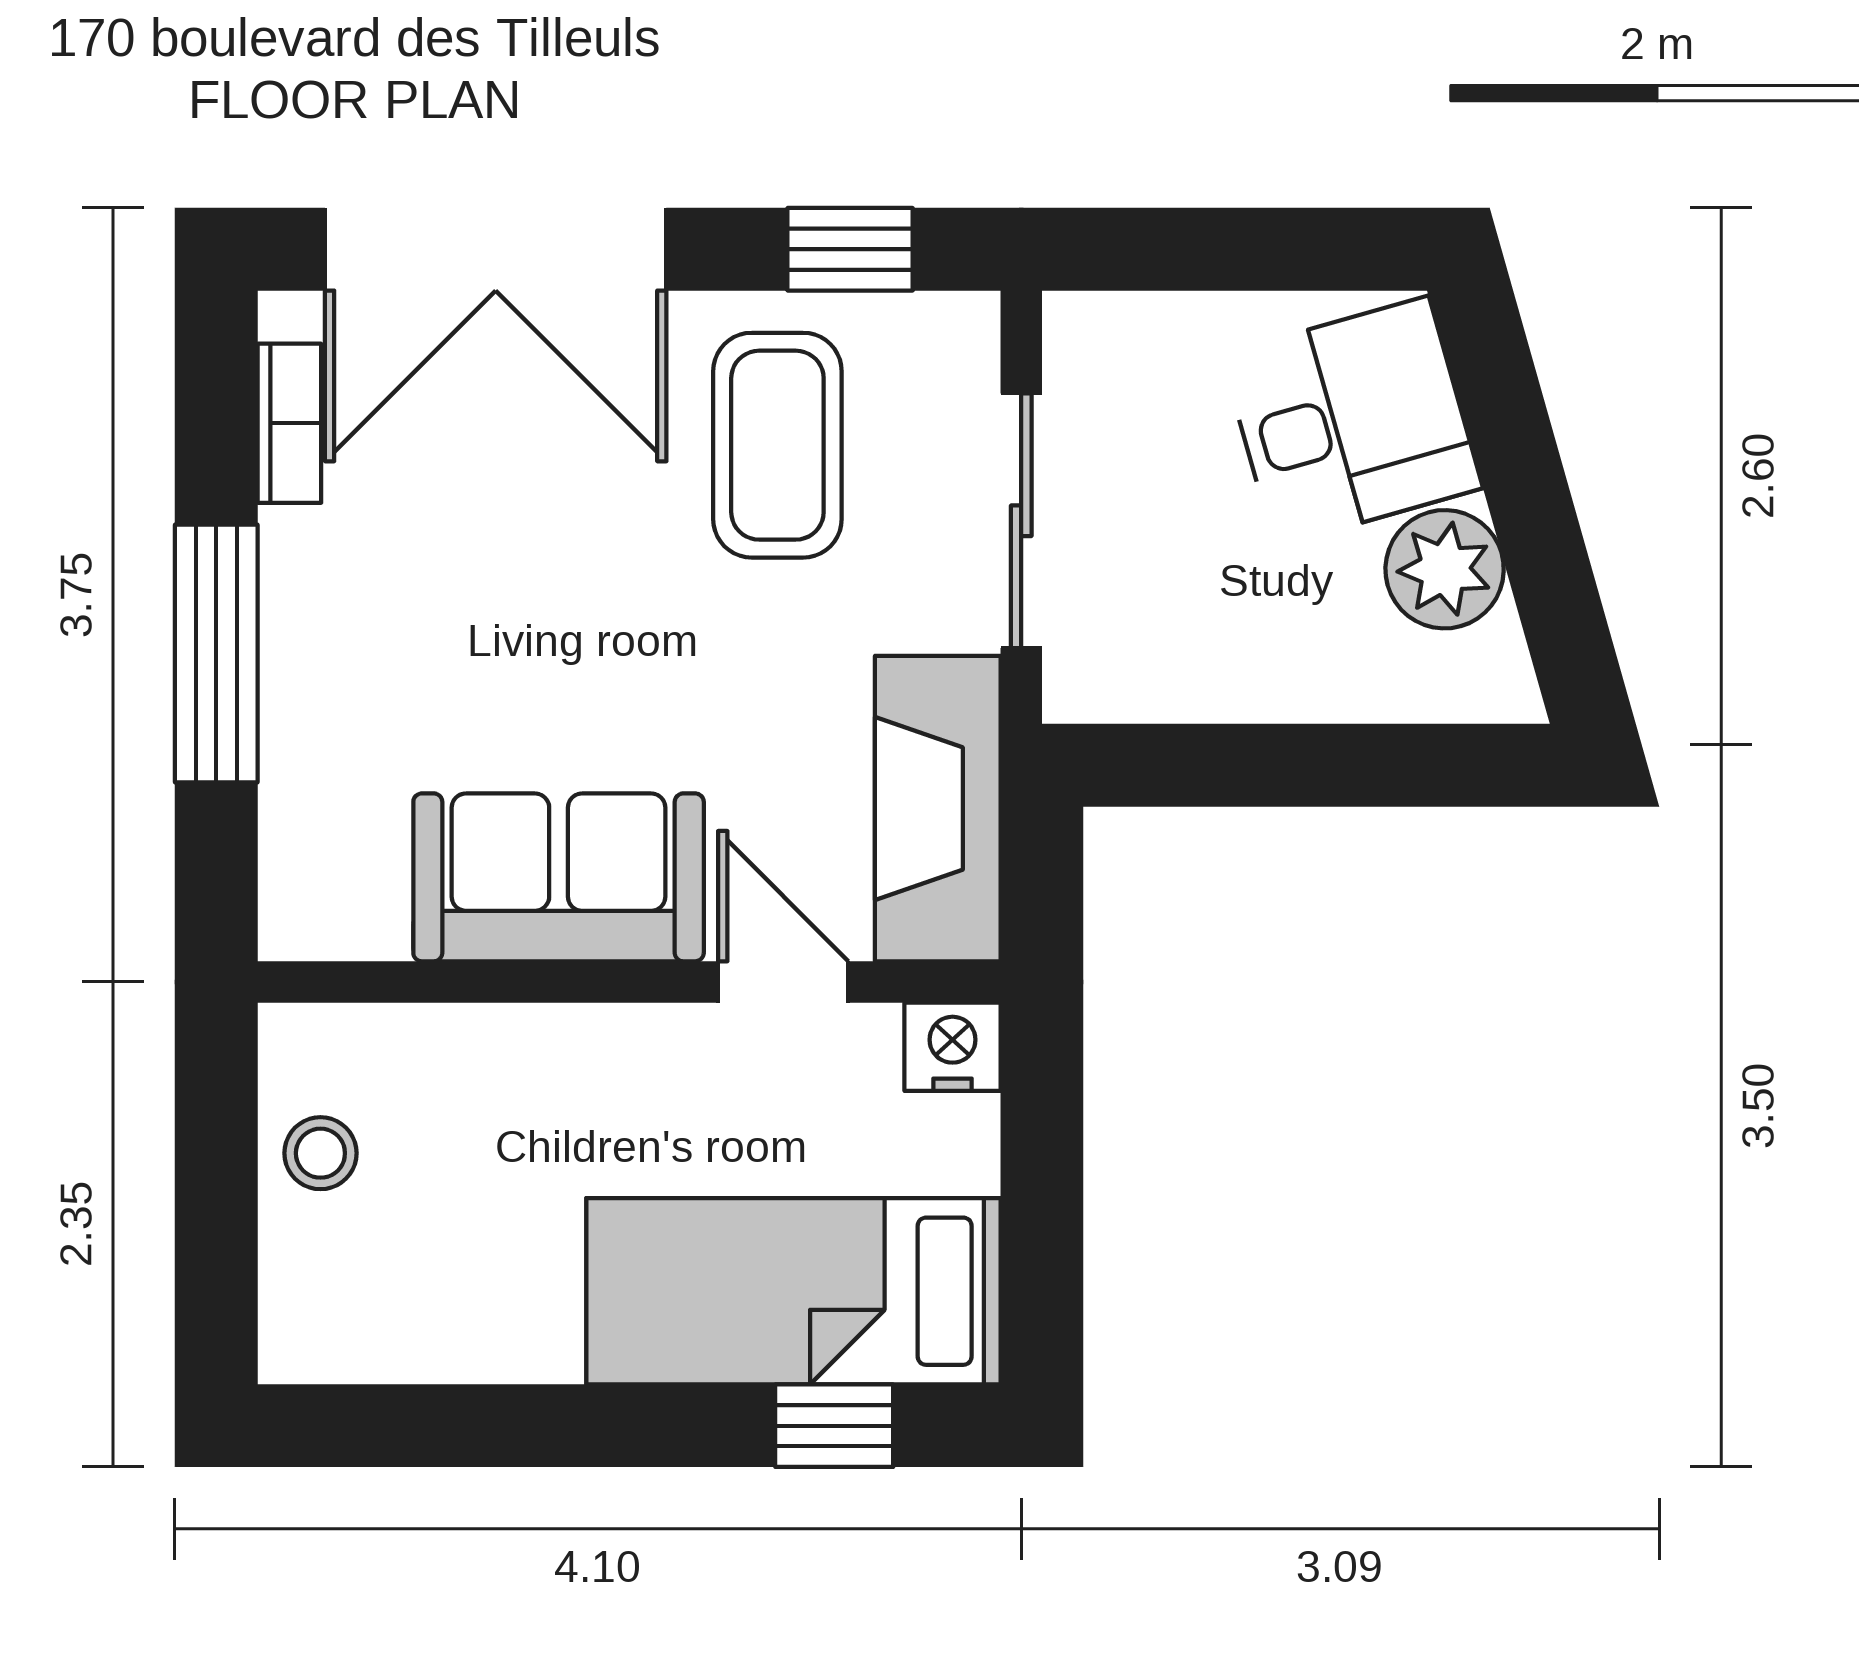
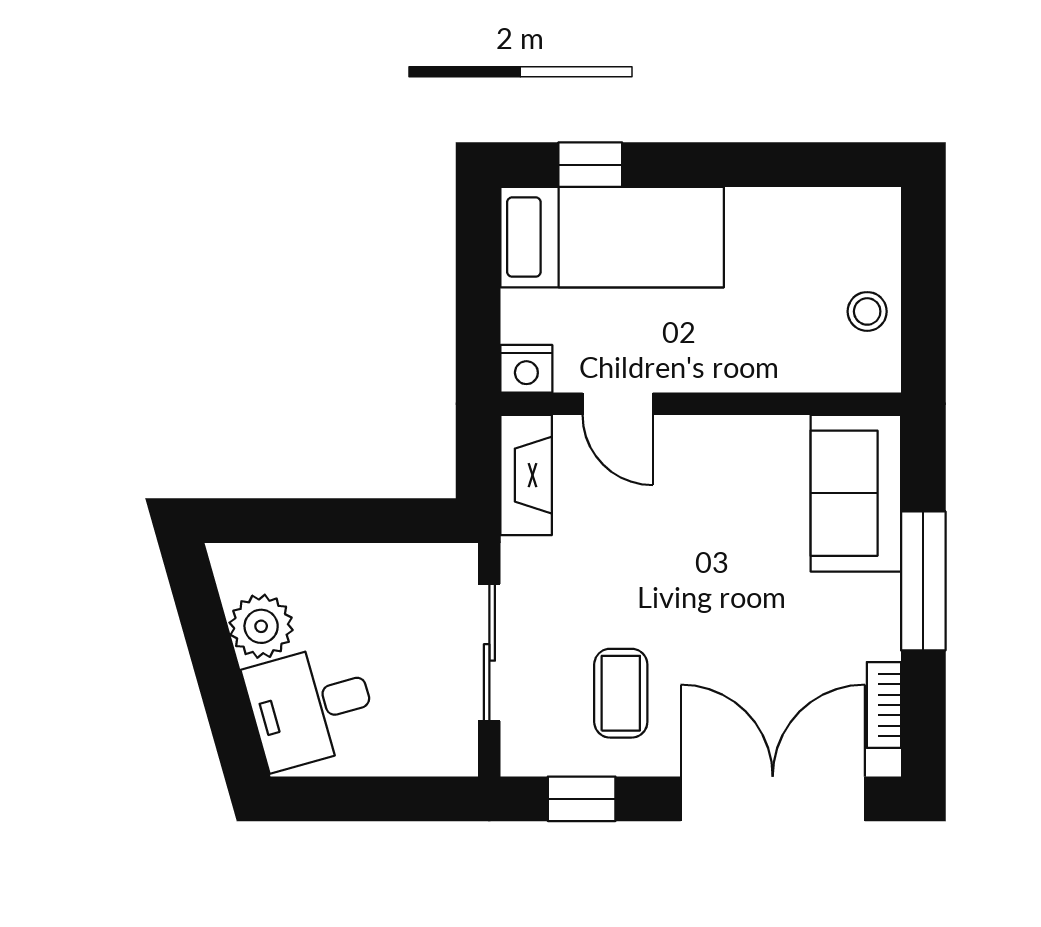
coffee table: (777, 445) -> (621, 693), width x0.73, depth x0.77
fireplace: (938, 809) -> (526, 475), width x0.73, depth x0.76
sofa: (559, 877) -> (856, 493), moved, turned 90

